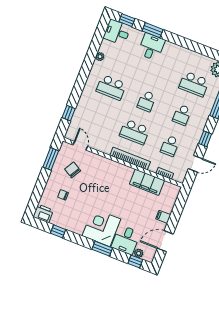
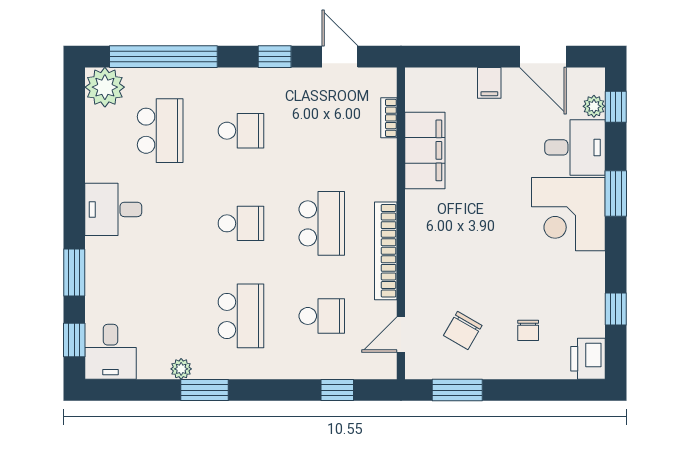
desk: (151, 47) -> (113, 209), moved
window: (88, 62) -> (204, 390), added
school desk: (170, 146) -> (322, 316), moved
bookcase: (130, 158) -> (386, 251), moved

